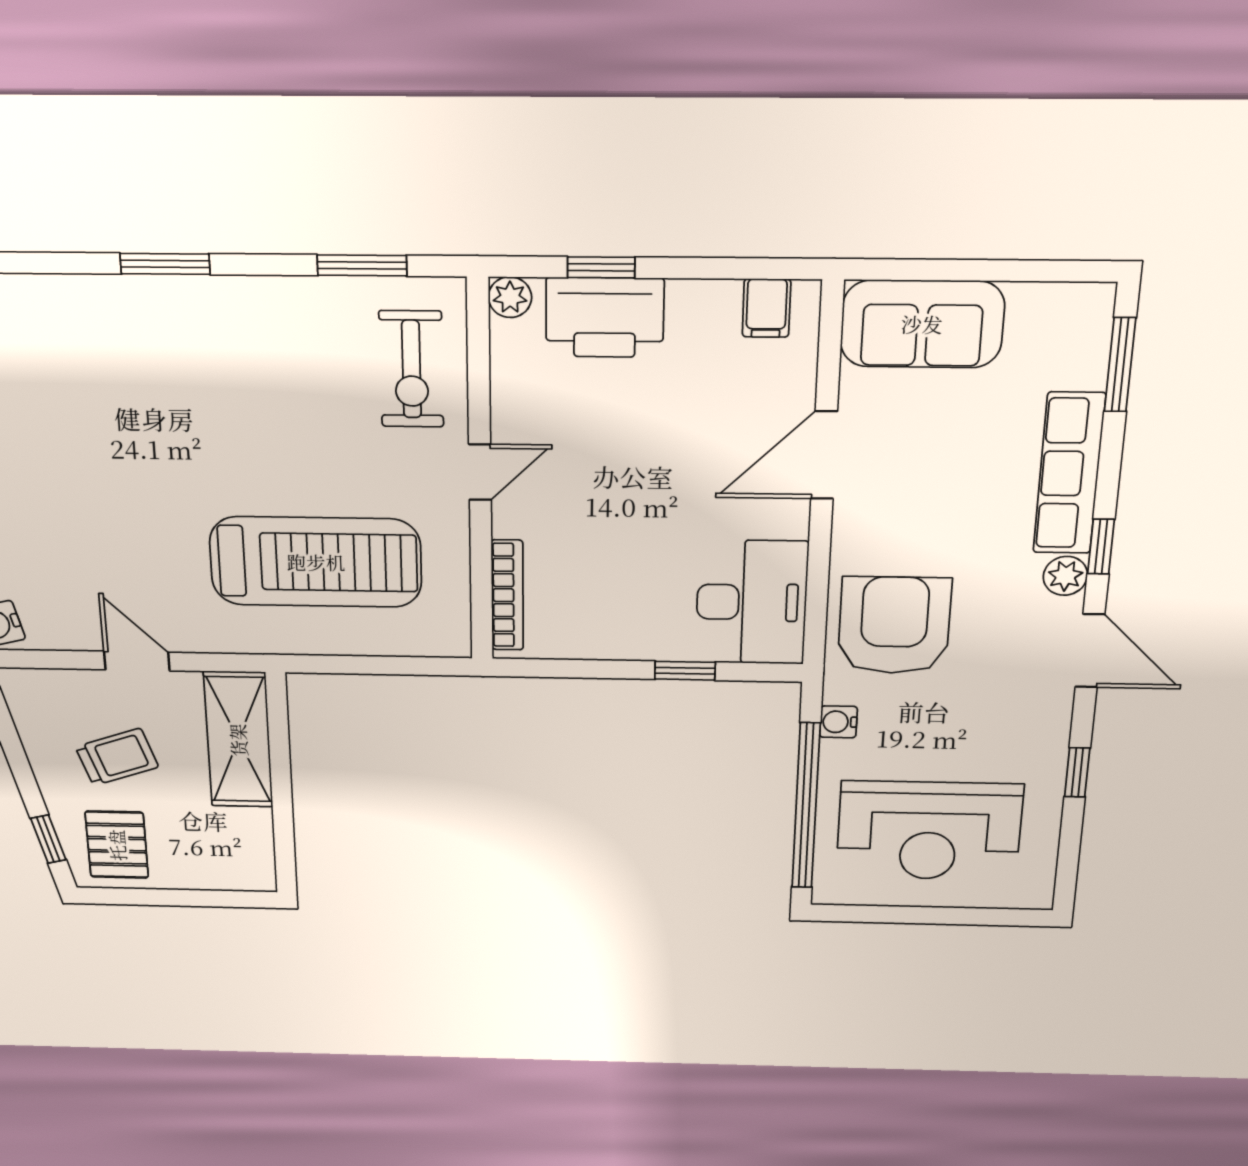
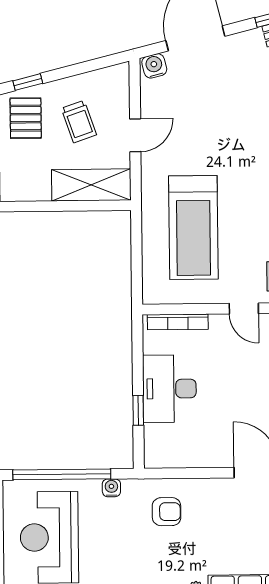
desk: (752, 602) -> (169, 389), moved, turned 90
armchair: (894, 625) -> (167, 512), width x0.53, depth x0.53
pallet: (117, 845) -> (26, 118), turned 90

